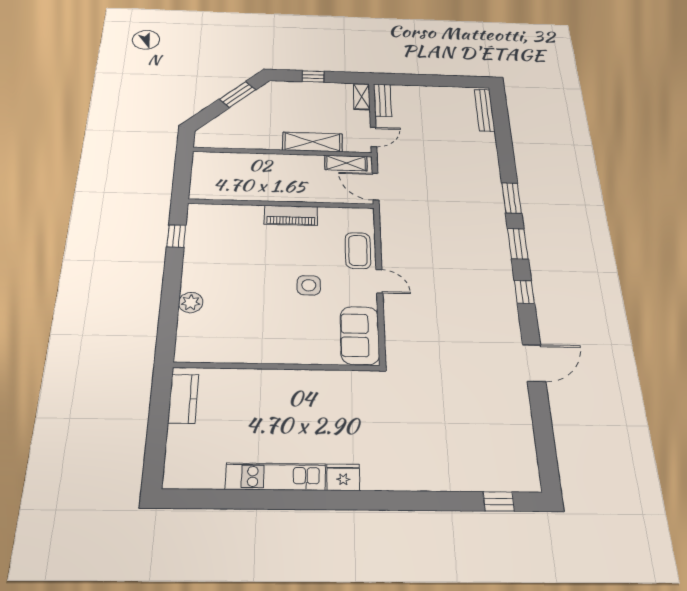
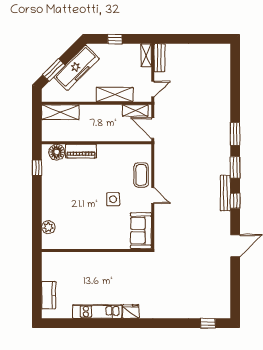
window: (238, 94) -> (54, 70), moved
freezer: (252, 108) -> (77, 68), added
bench: (485, 110) -> (225, 193), moved
shelving: (223, 162) -> (60, 112), added
floor lamp: (213, 215) -> (57, 152), added
piano: (291, 215) -> (81, 151), moved
plant: (191, 303) -> (48, 227), moved
kitchen counter: (183, 399) -> (49, 295), moved

